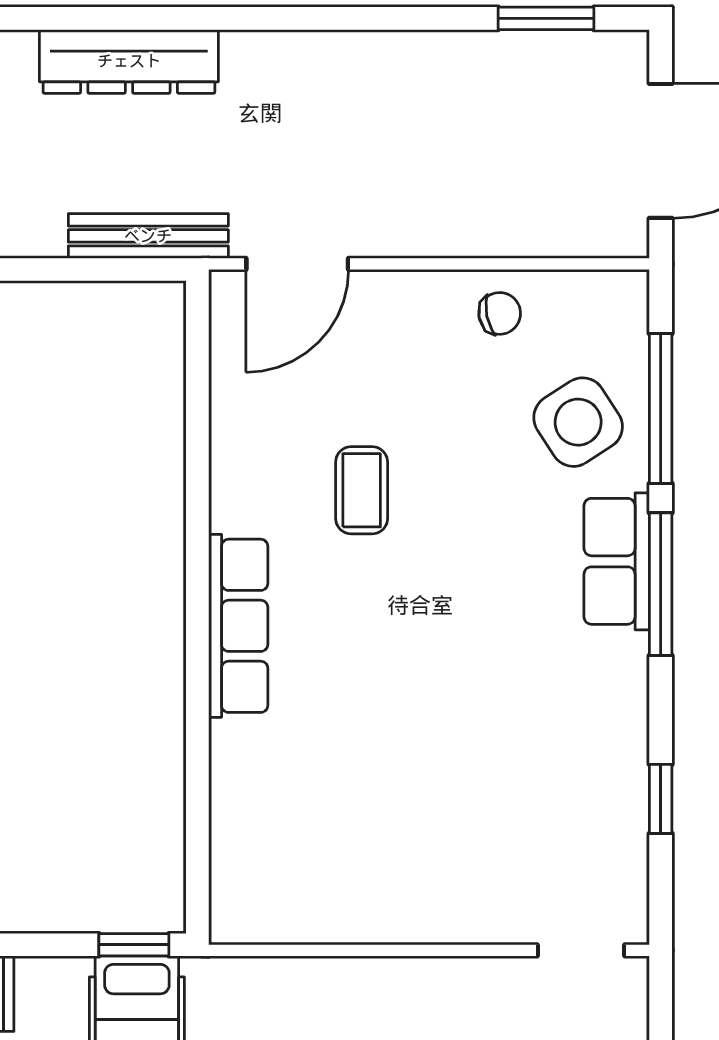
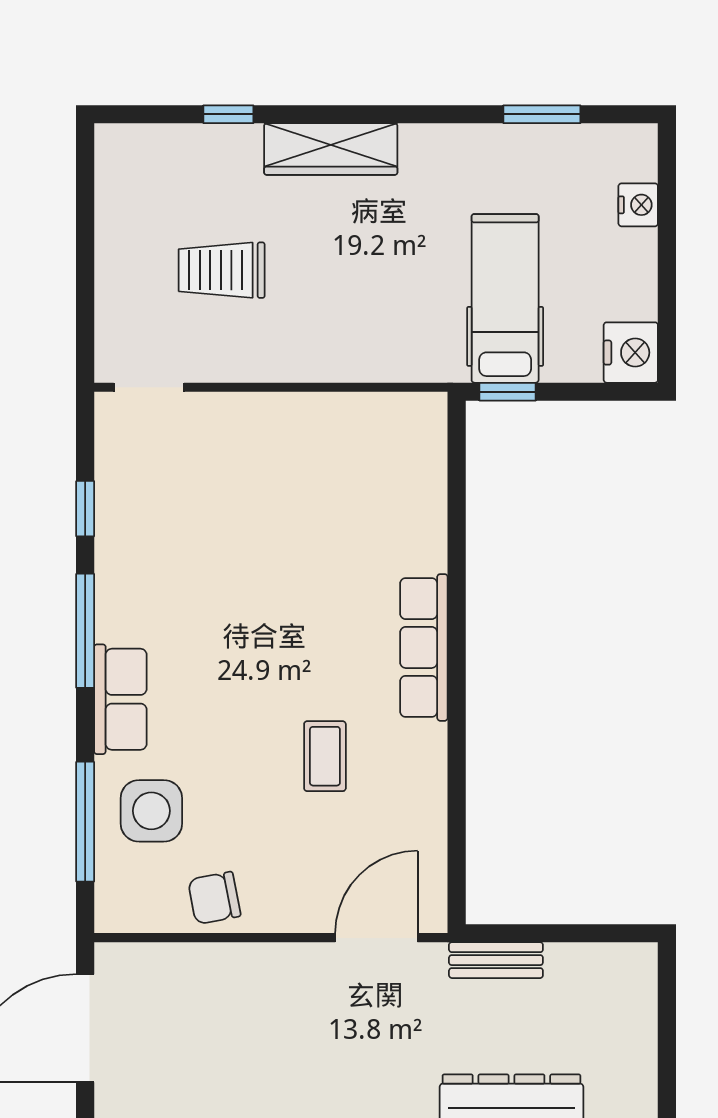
bench: (148, 236) -> (496, 960), width x0.73
chair: (500, 313) -> (214, 898), width x1.37, depth x1.37
side table: (578, 422) -> (151, 811), turned 33
window: (661, 584) -> (85, 631), moved

